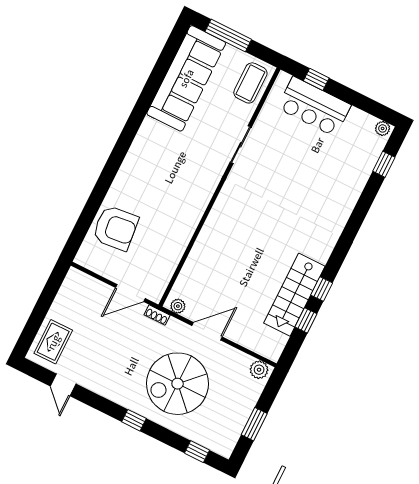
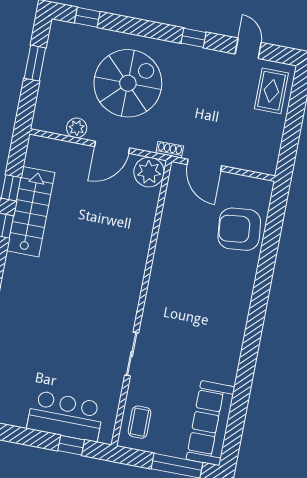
sofa: (186, 78) -> (210, 423), width x0.74, depth x0.79
coffee table: (250, 83) -> (140, 422), width x0.73, depth x0.77
door: (130, 293) -> (204, 165), swing flipped
plant: (178, 306) -> (149, 172), width x1.87, depth x1.87
plant: (259, 370) -> (77, 128), moved
window: (134, 420) -> (193, 38), moved

